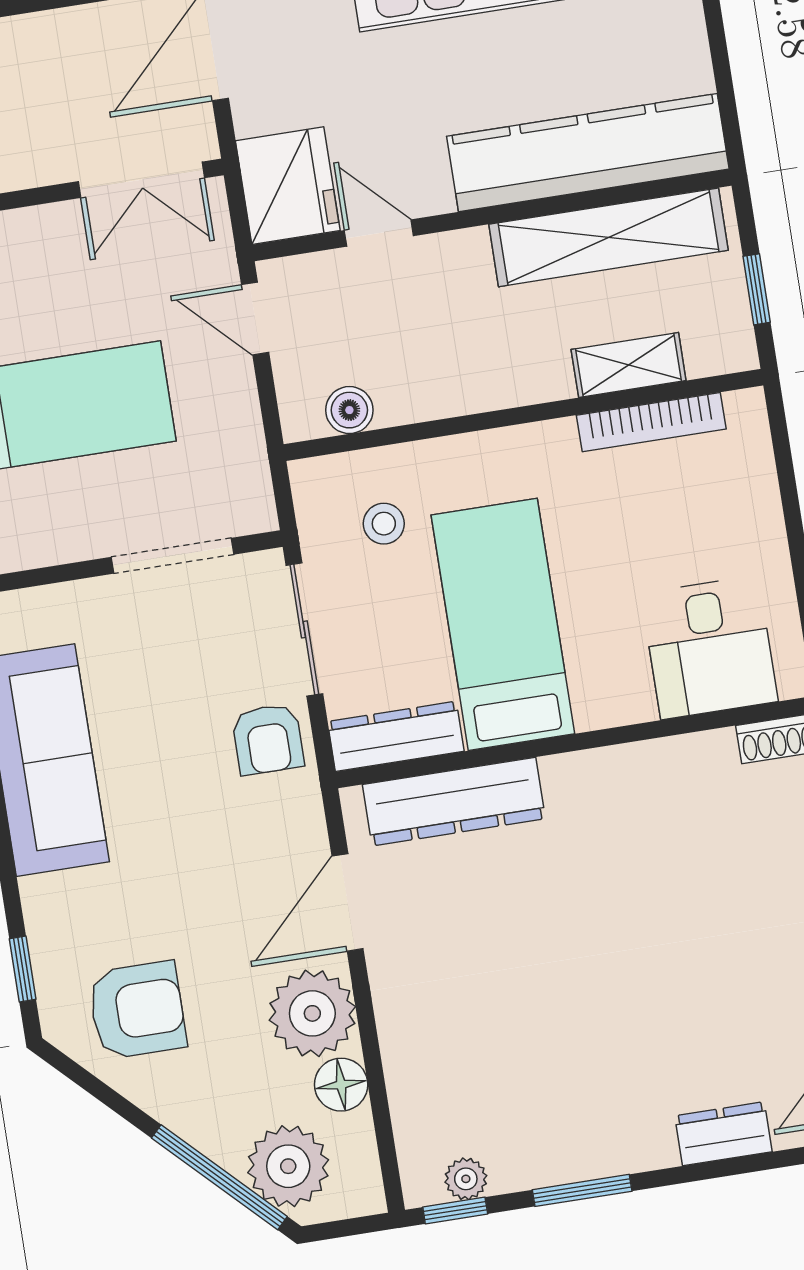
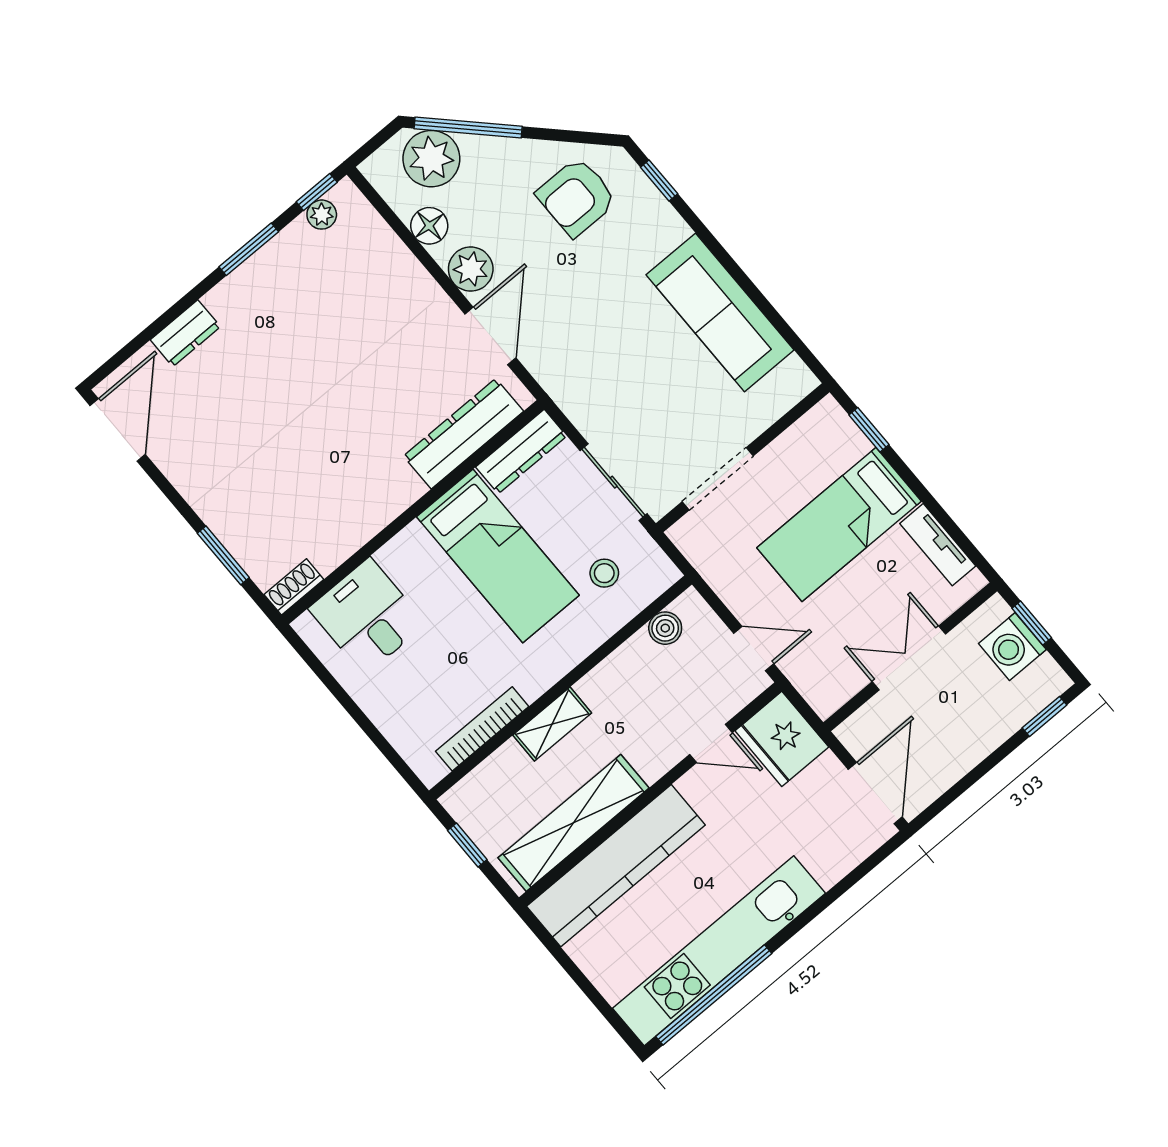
double door: (141, 180) -> (909, 658), moved
shelving: (629, 365) -> (552, 724), moved
armchair: (268, 739) -> (596, 404), removed
plant: (312, 1013) -> (471, 269), width x0.73, depth x0.73

